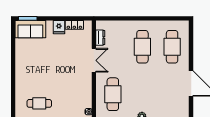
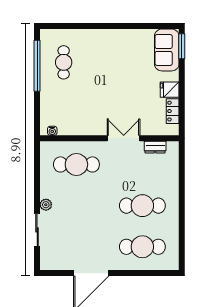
double door: (94, 60) -> (124, 138), swing flipped

